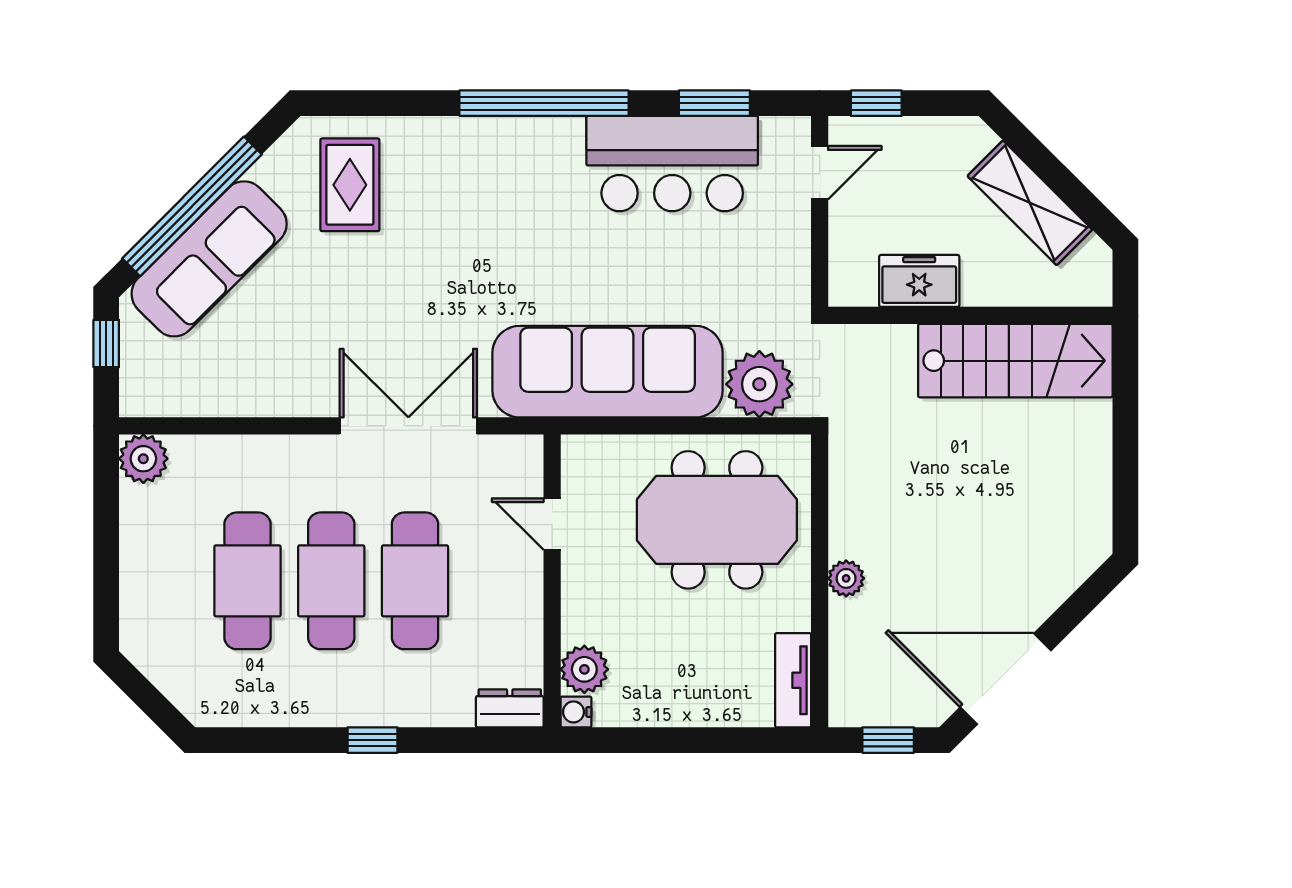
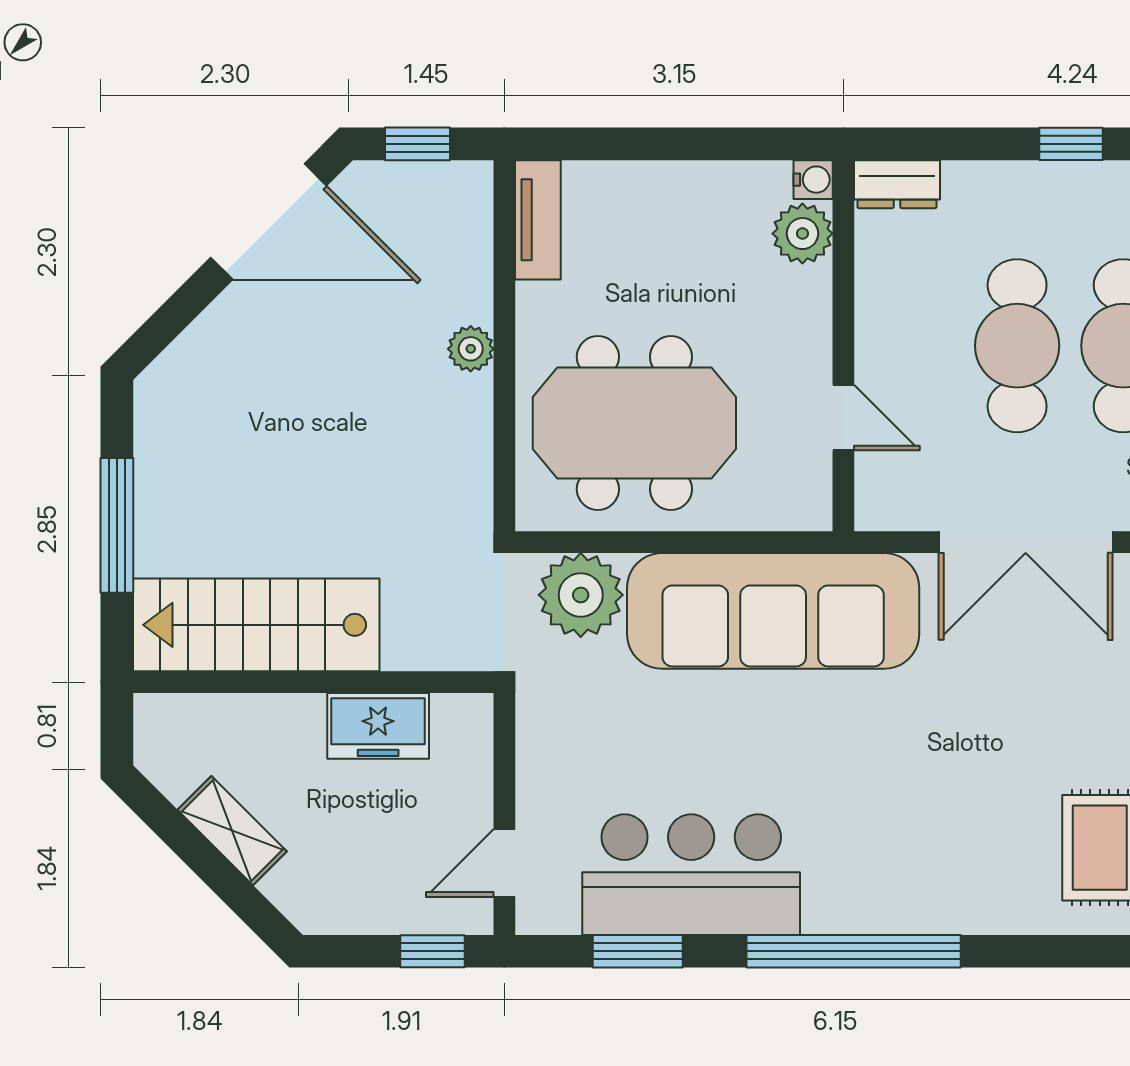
shelving: (1030, 203) -> (232, 831), width x0.67, depth x0.75
window: (1125, 439) -> (117, 525), added

